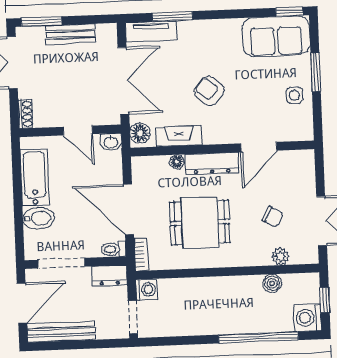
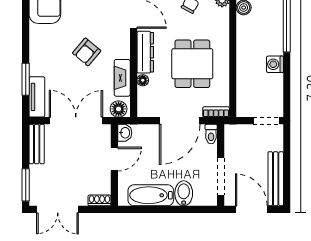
bench: (71, 34) -> (37, 144), moved
dresser: (109, 275) -> (232, 138), removed
washing machine: (146, 290) -> (275, 64), moved, turned -90

